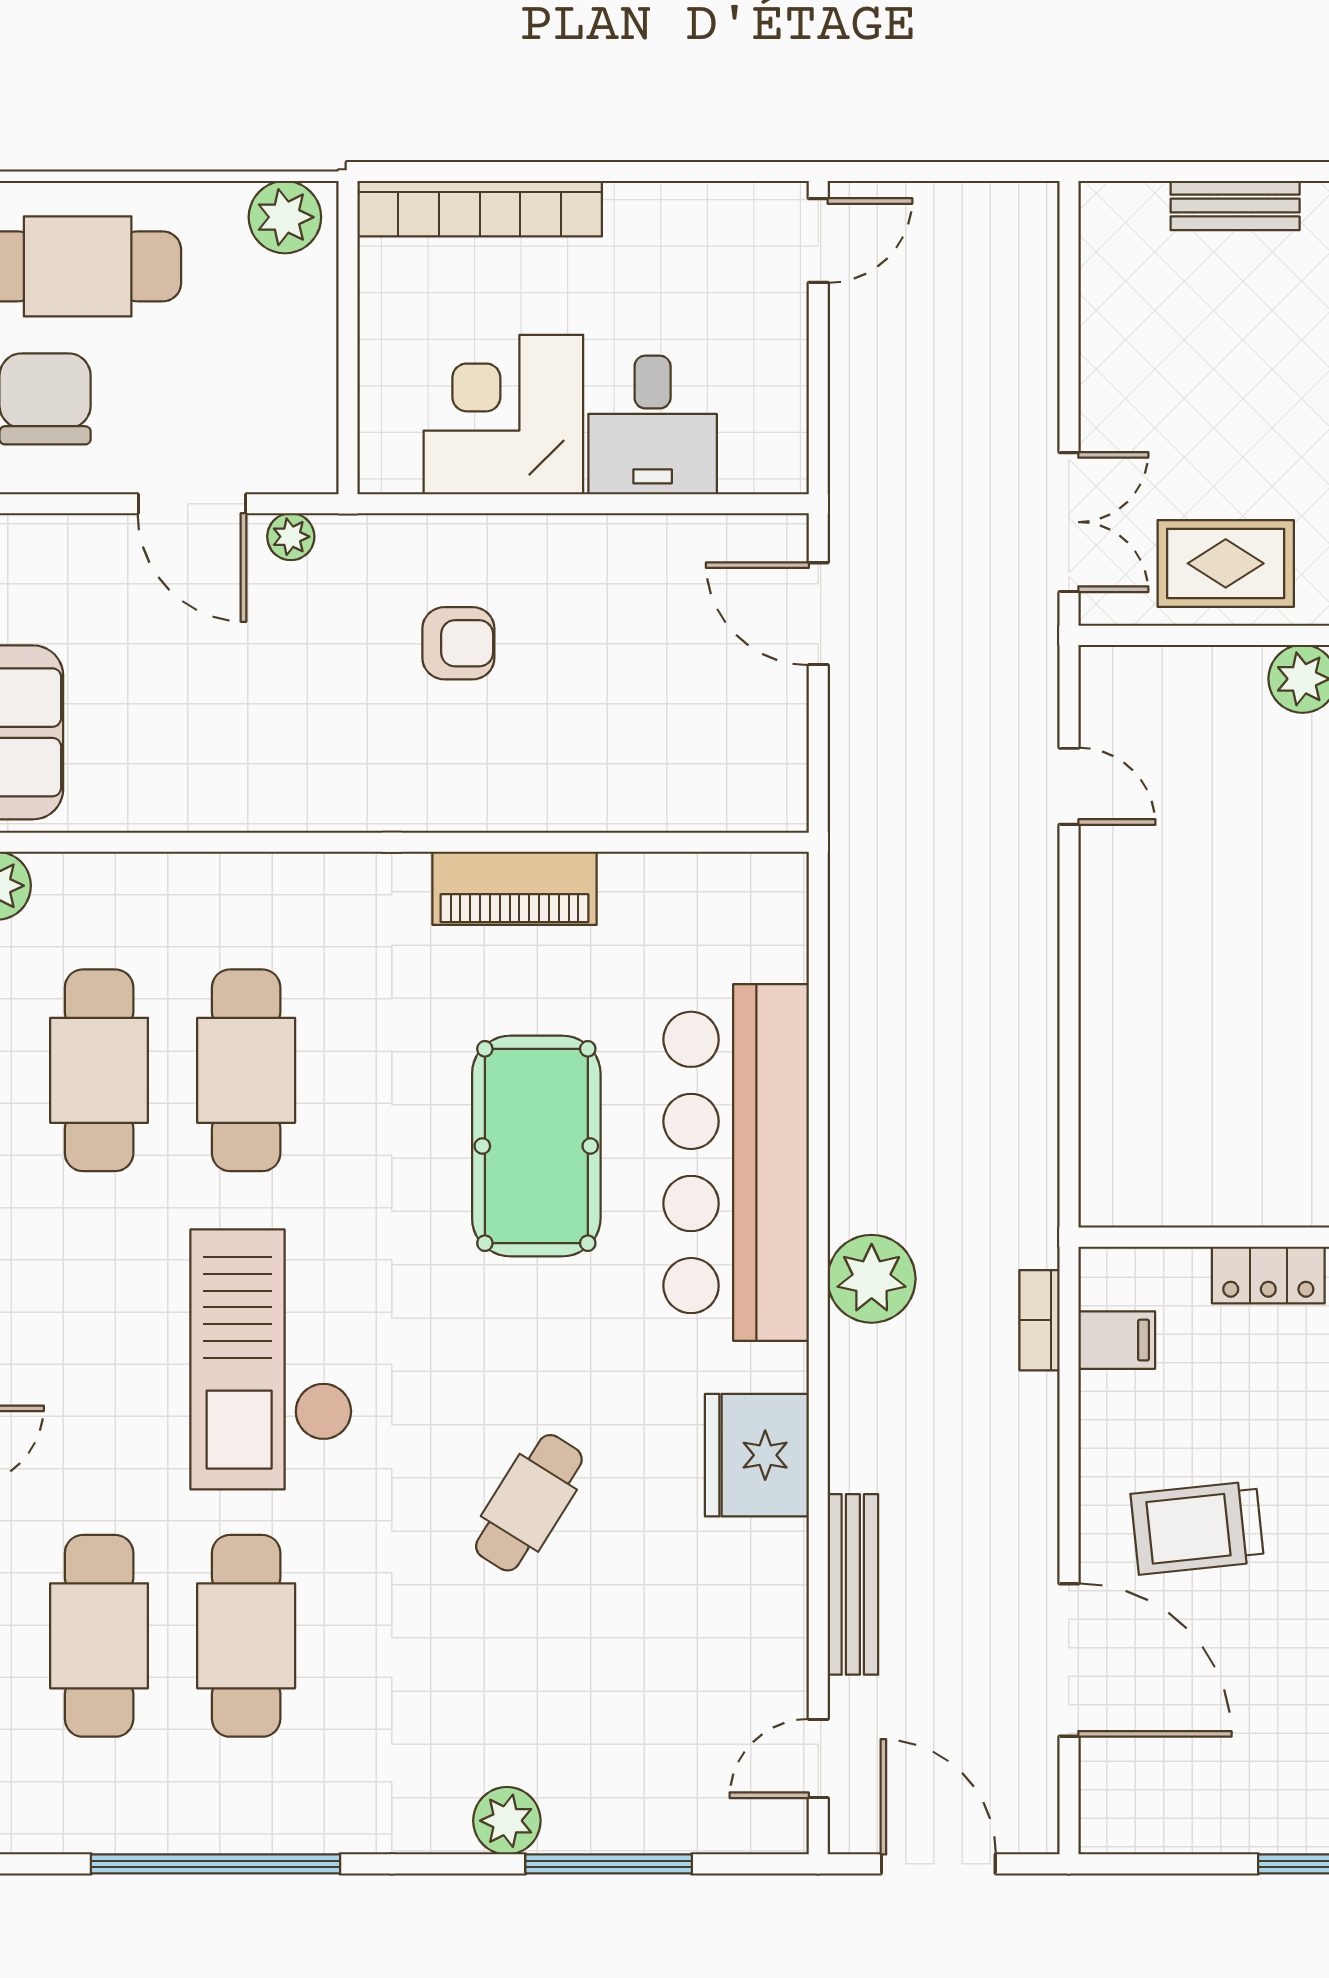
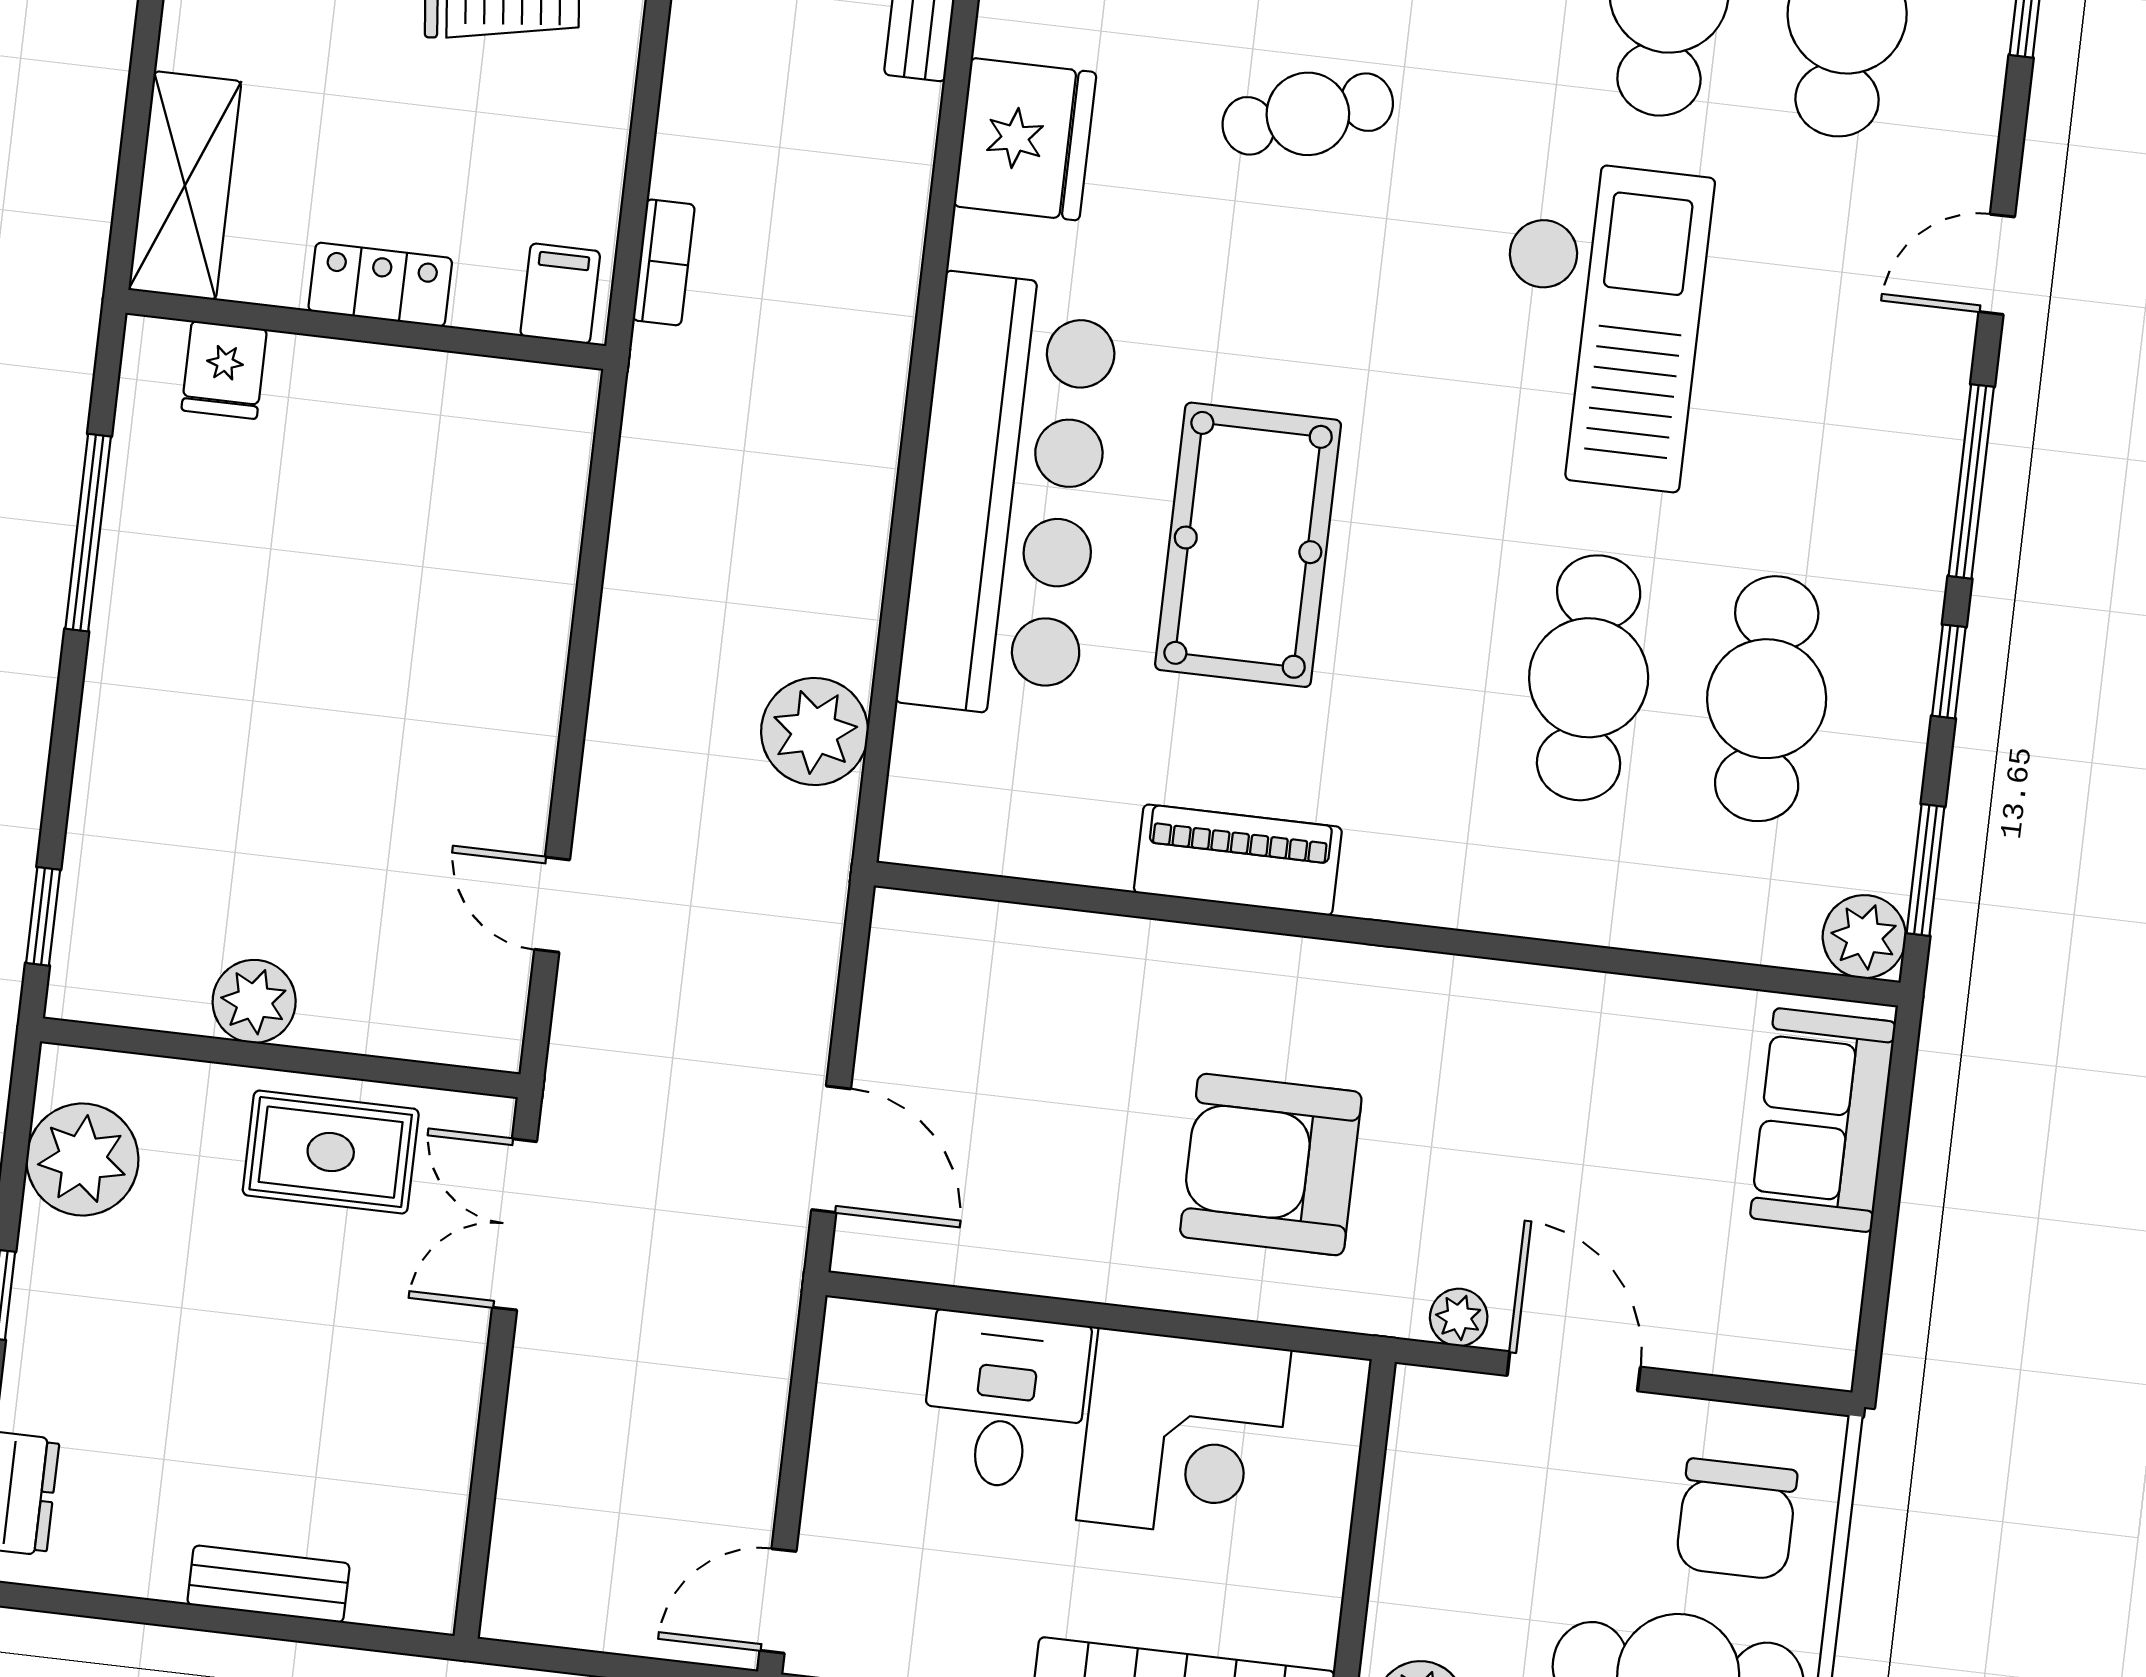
armchair: (458, 643) -> (1271, 1165), width x1.88, depth x1.88
plant: (872, 1279) -> (815, 732), moved
filing cabinet: (1117, 1340) -> (560, 294), moved, turned 90
cafe table: (529, 1503) -> (1308, 114), turned 40

